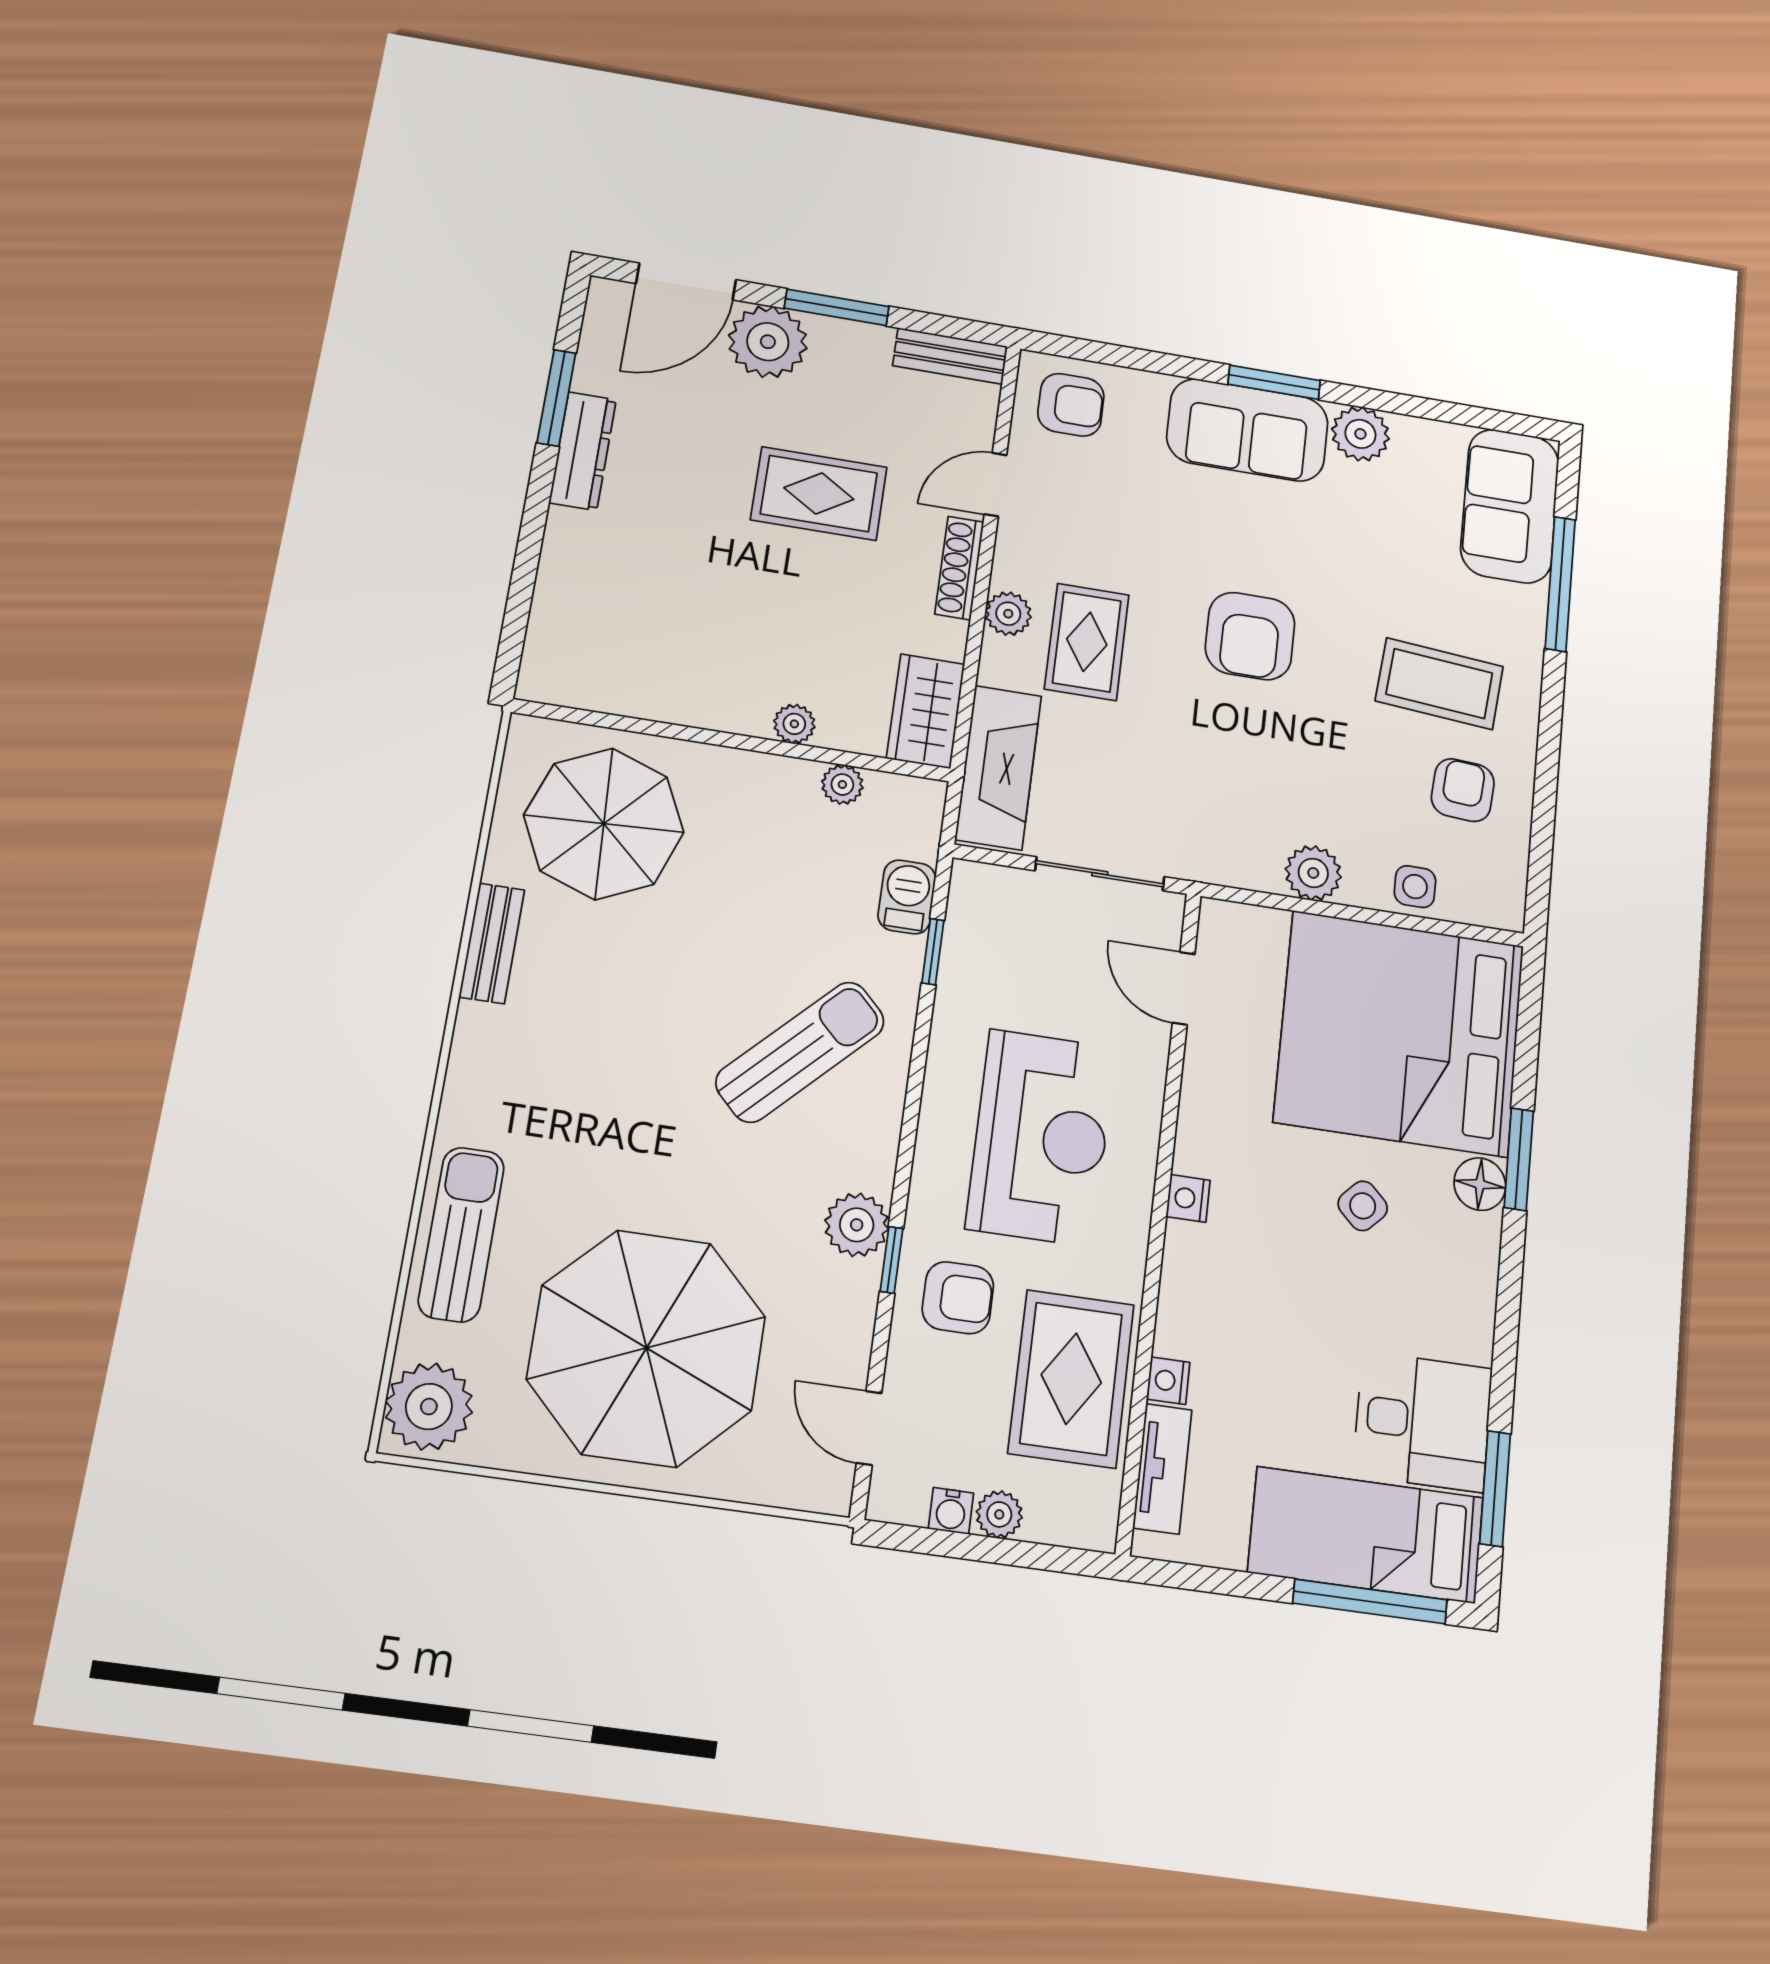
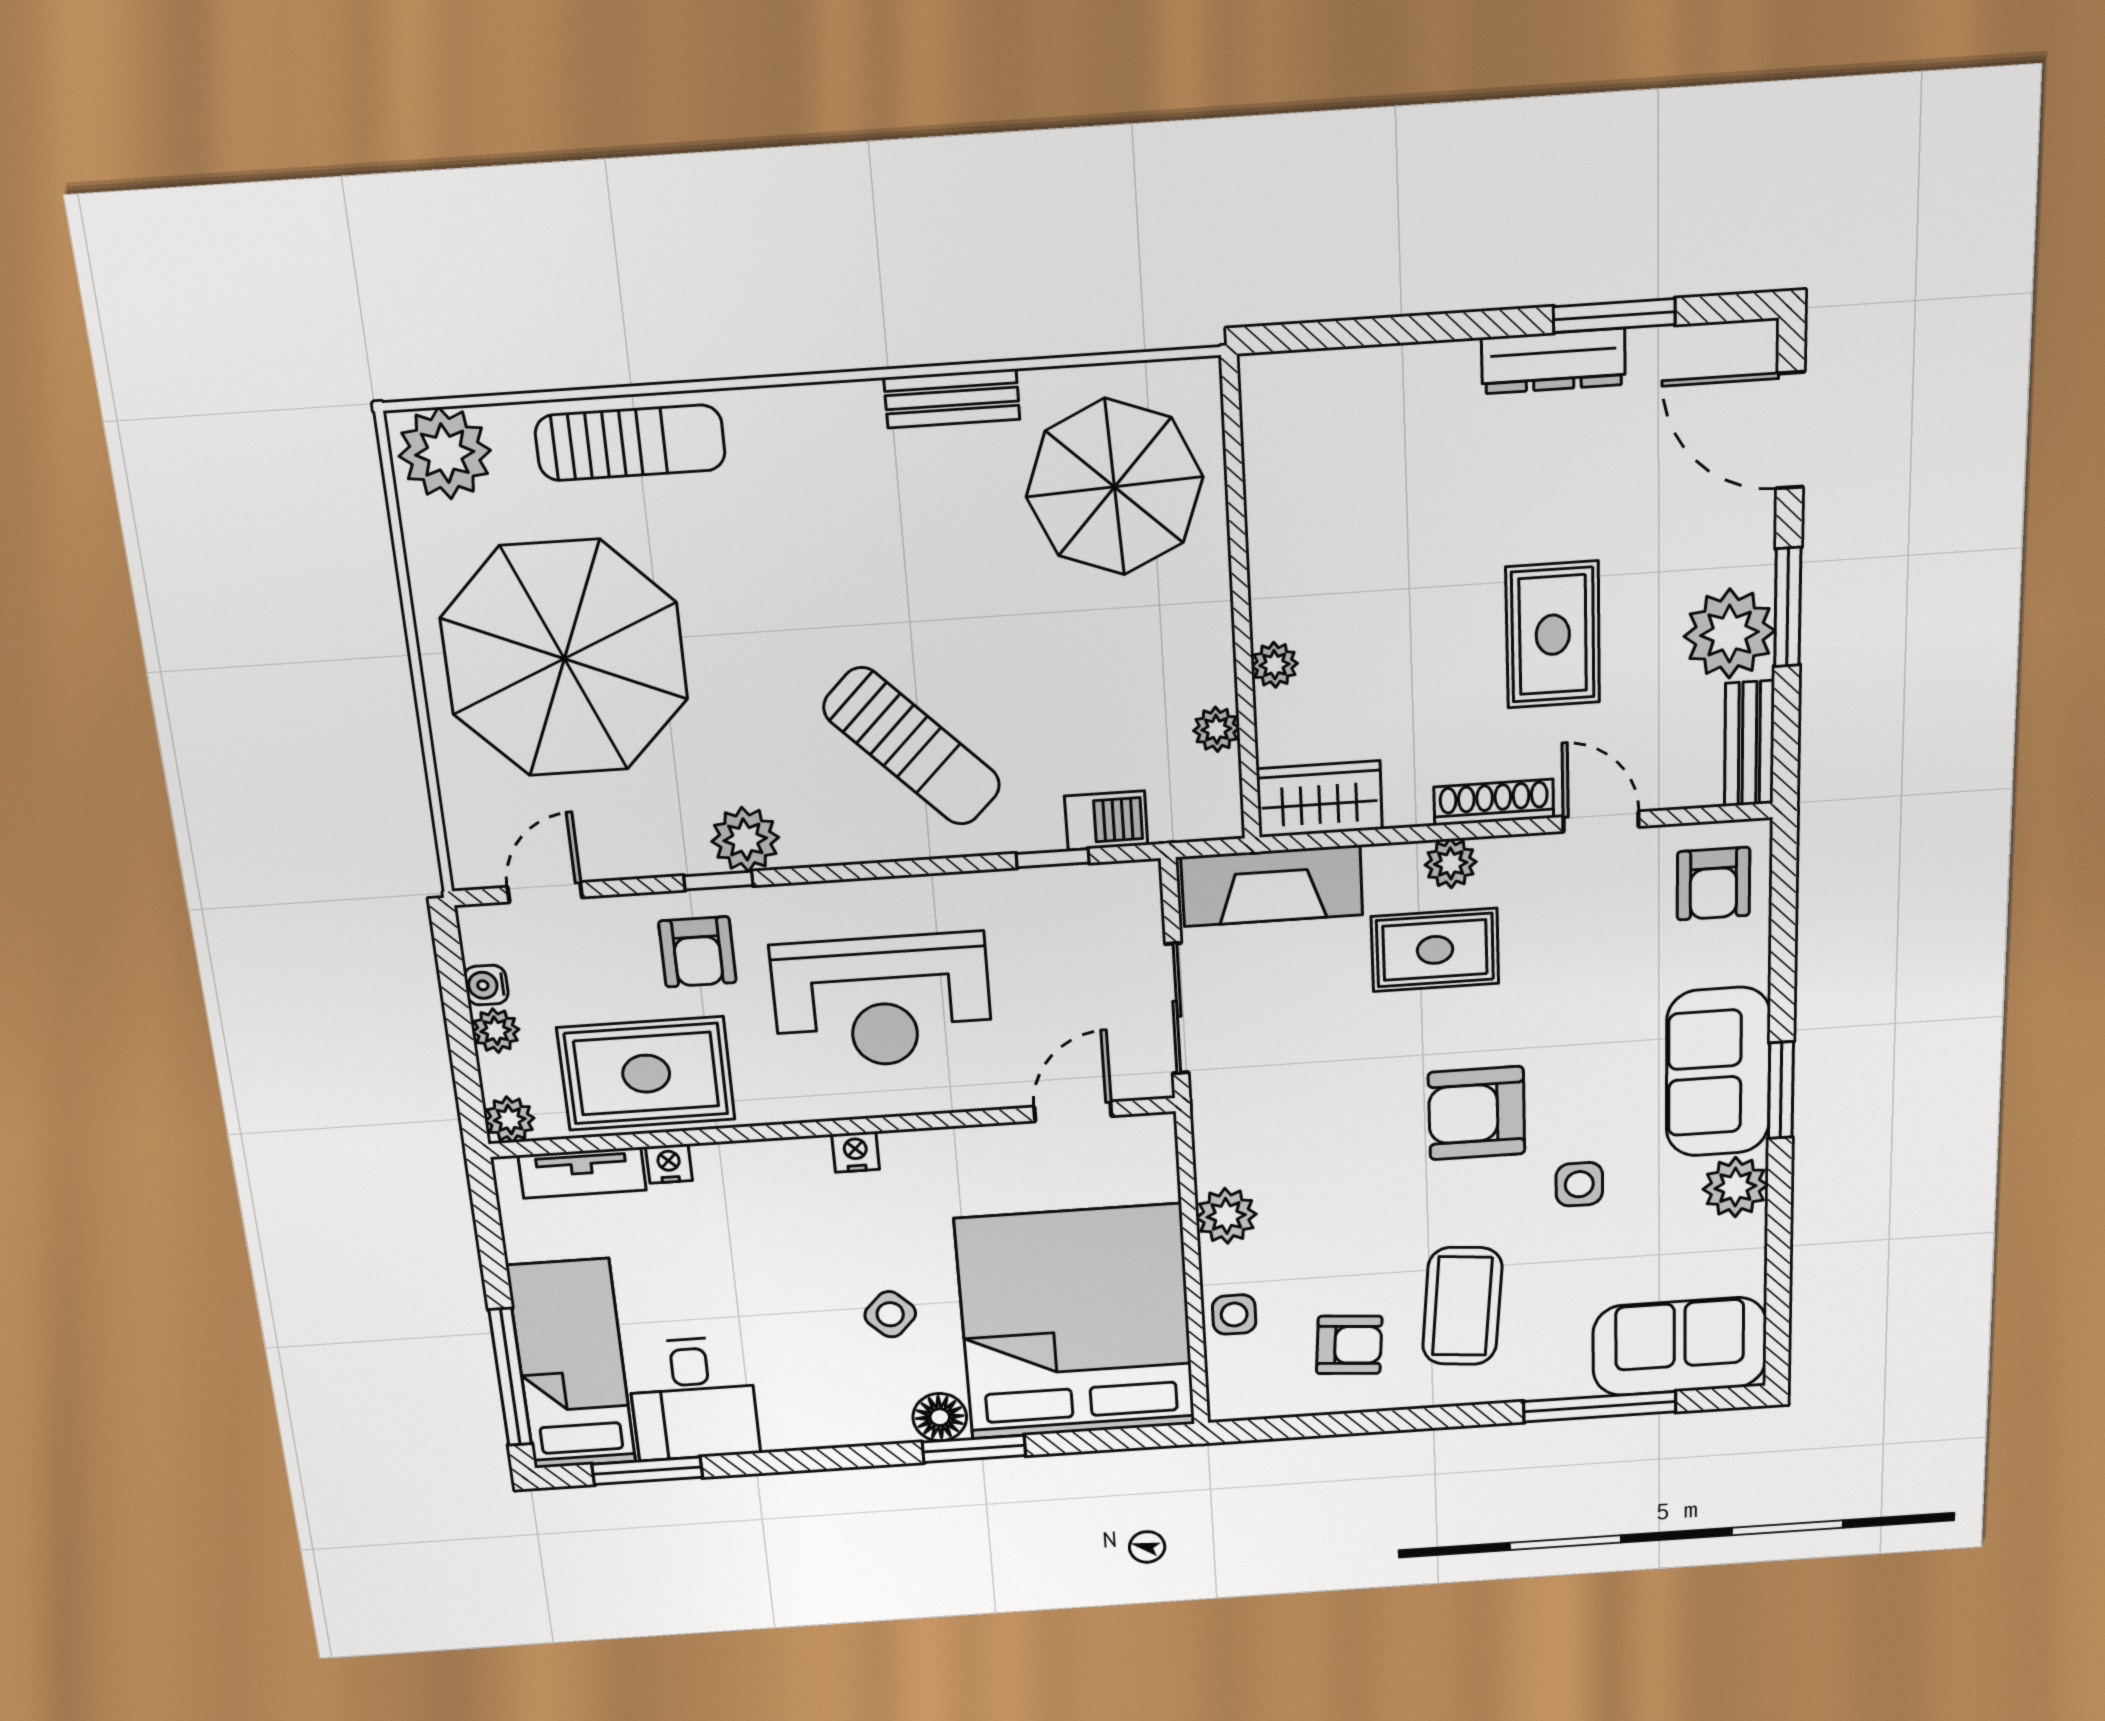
plant: (768, 342) -> (1729, 634), moved
side table: (1335, 562) -> (1579, 1184), added
plant: (1094, 1526) -> (510, 1120), added

